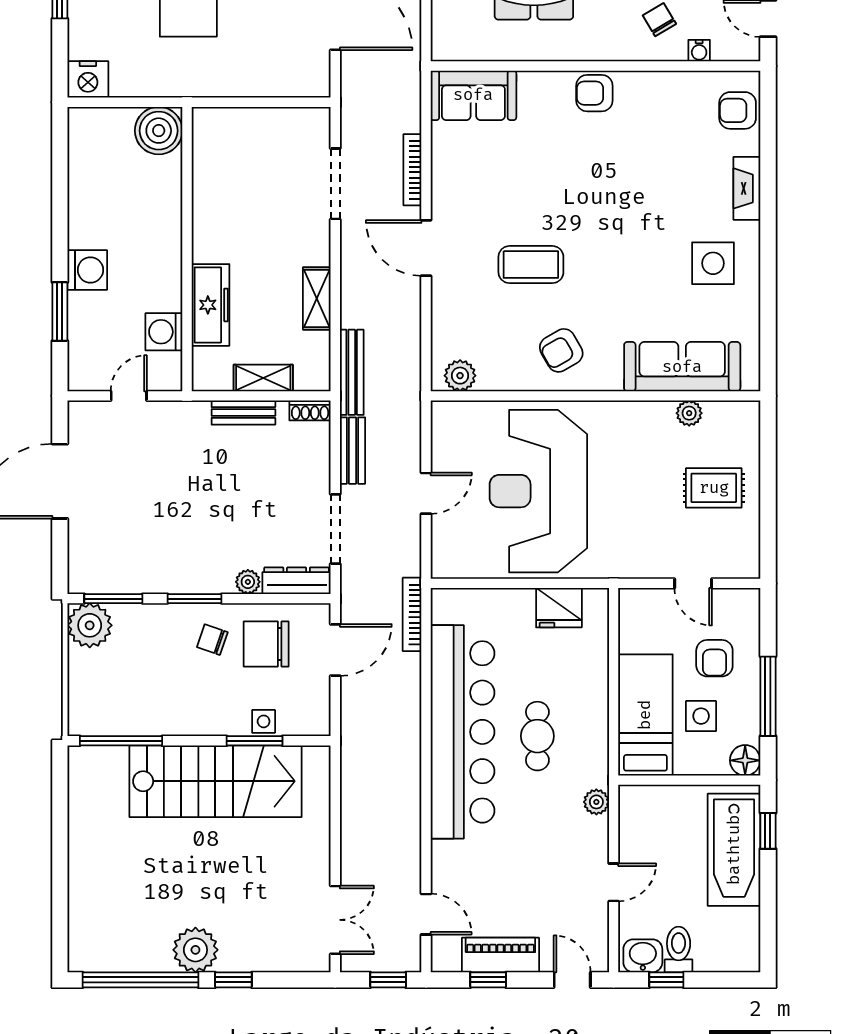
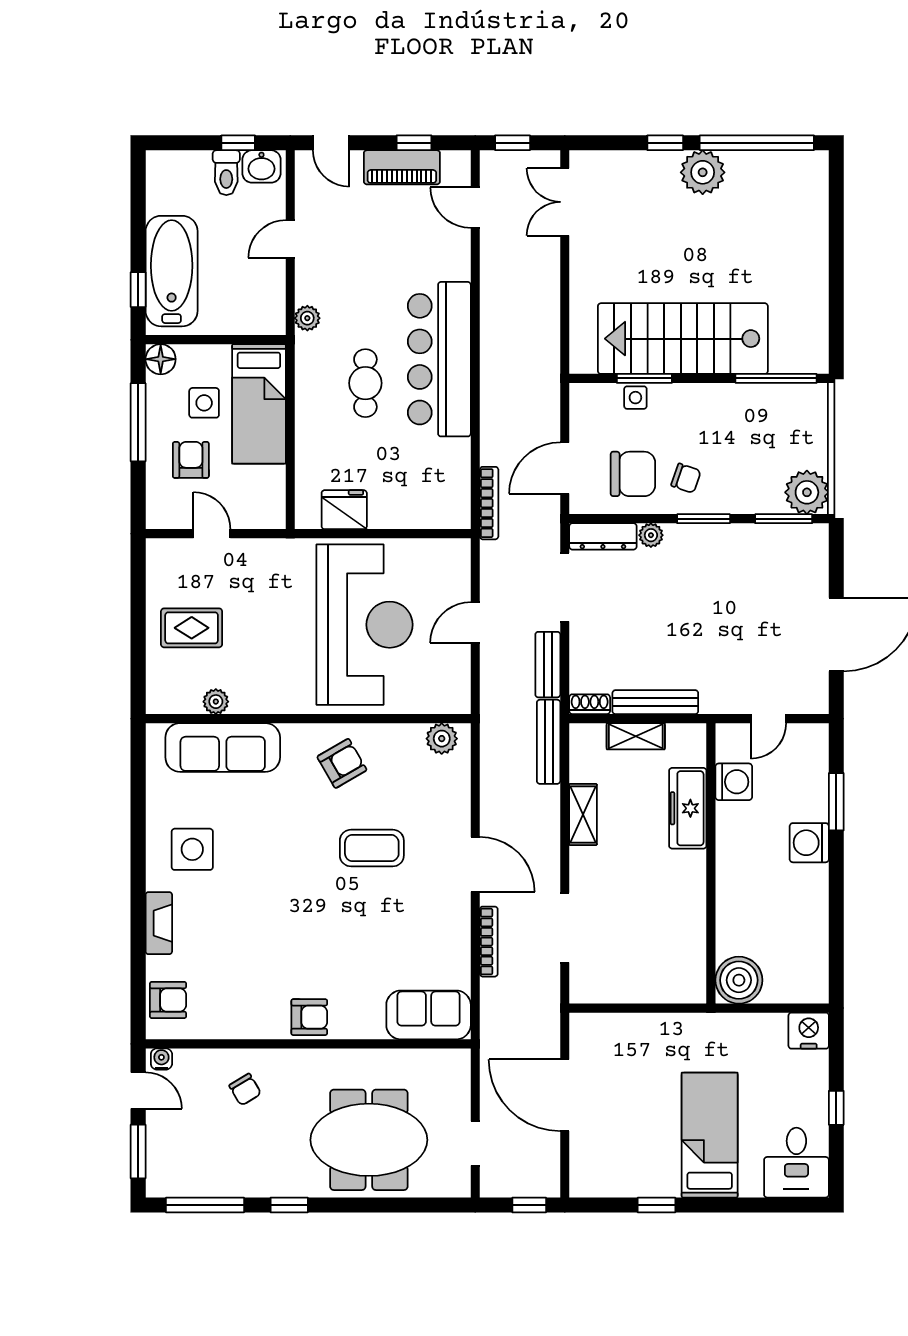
water cooler: (699, 51) -> (161, 1059), moved
bench: (243, 413) -> (655, 702), width x1.36
bar counter: (462, 732) -> (439, 359), width x0.73

